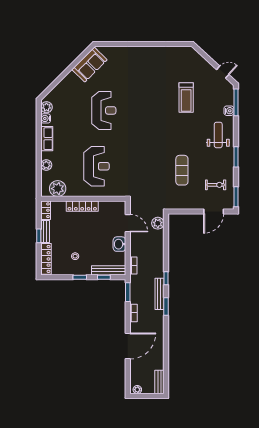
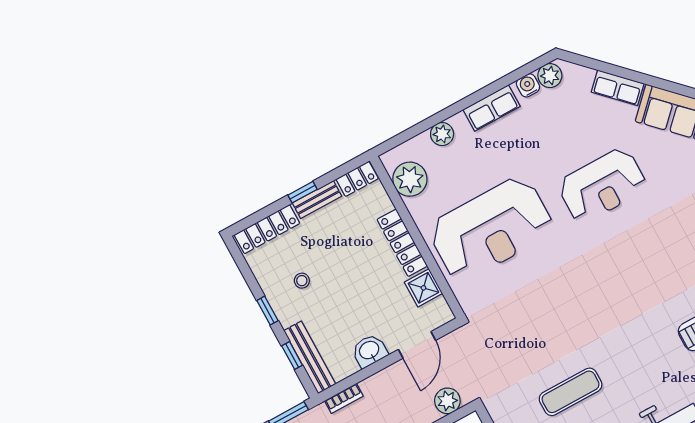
row of seats: (67, 82) -> (618, 88), added
reception desk: (97, 166) -> (491, 229), width x1.36, depth x1.30
shower: (106, 208) -> (423, 288), added

